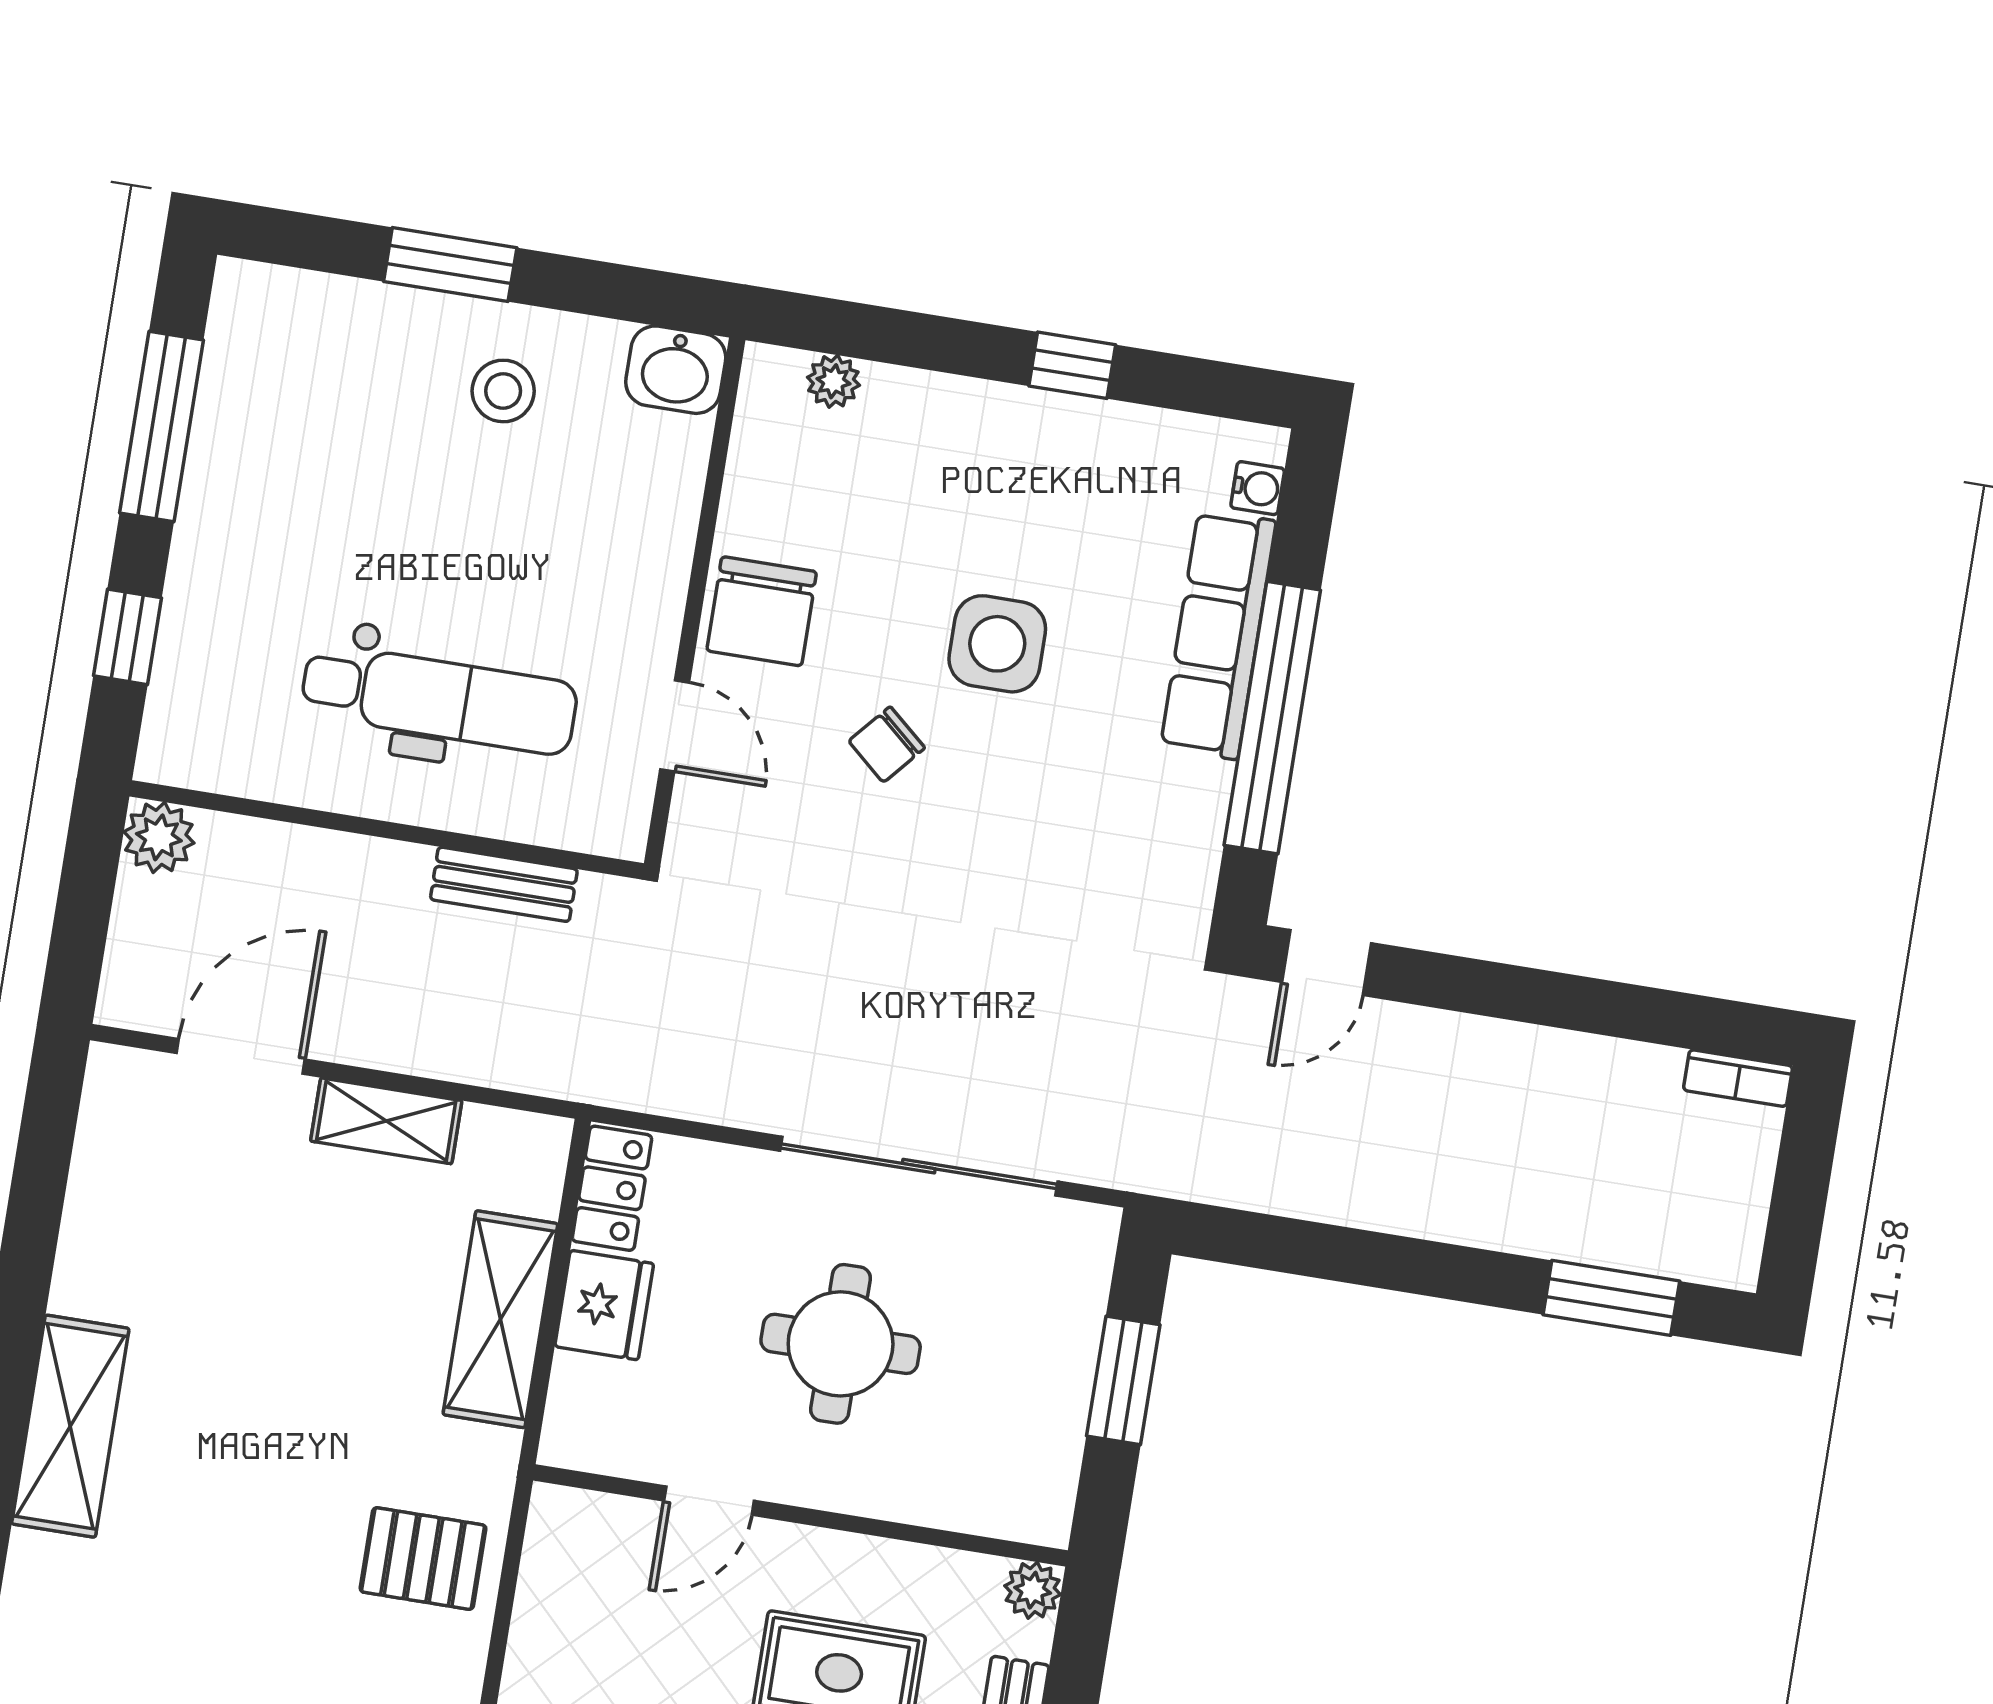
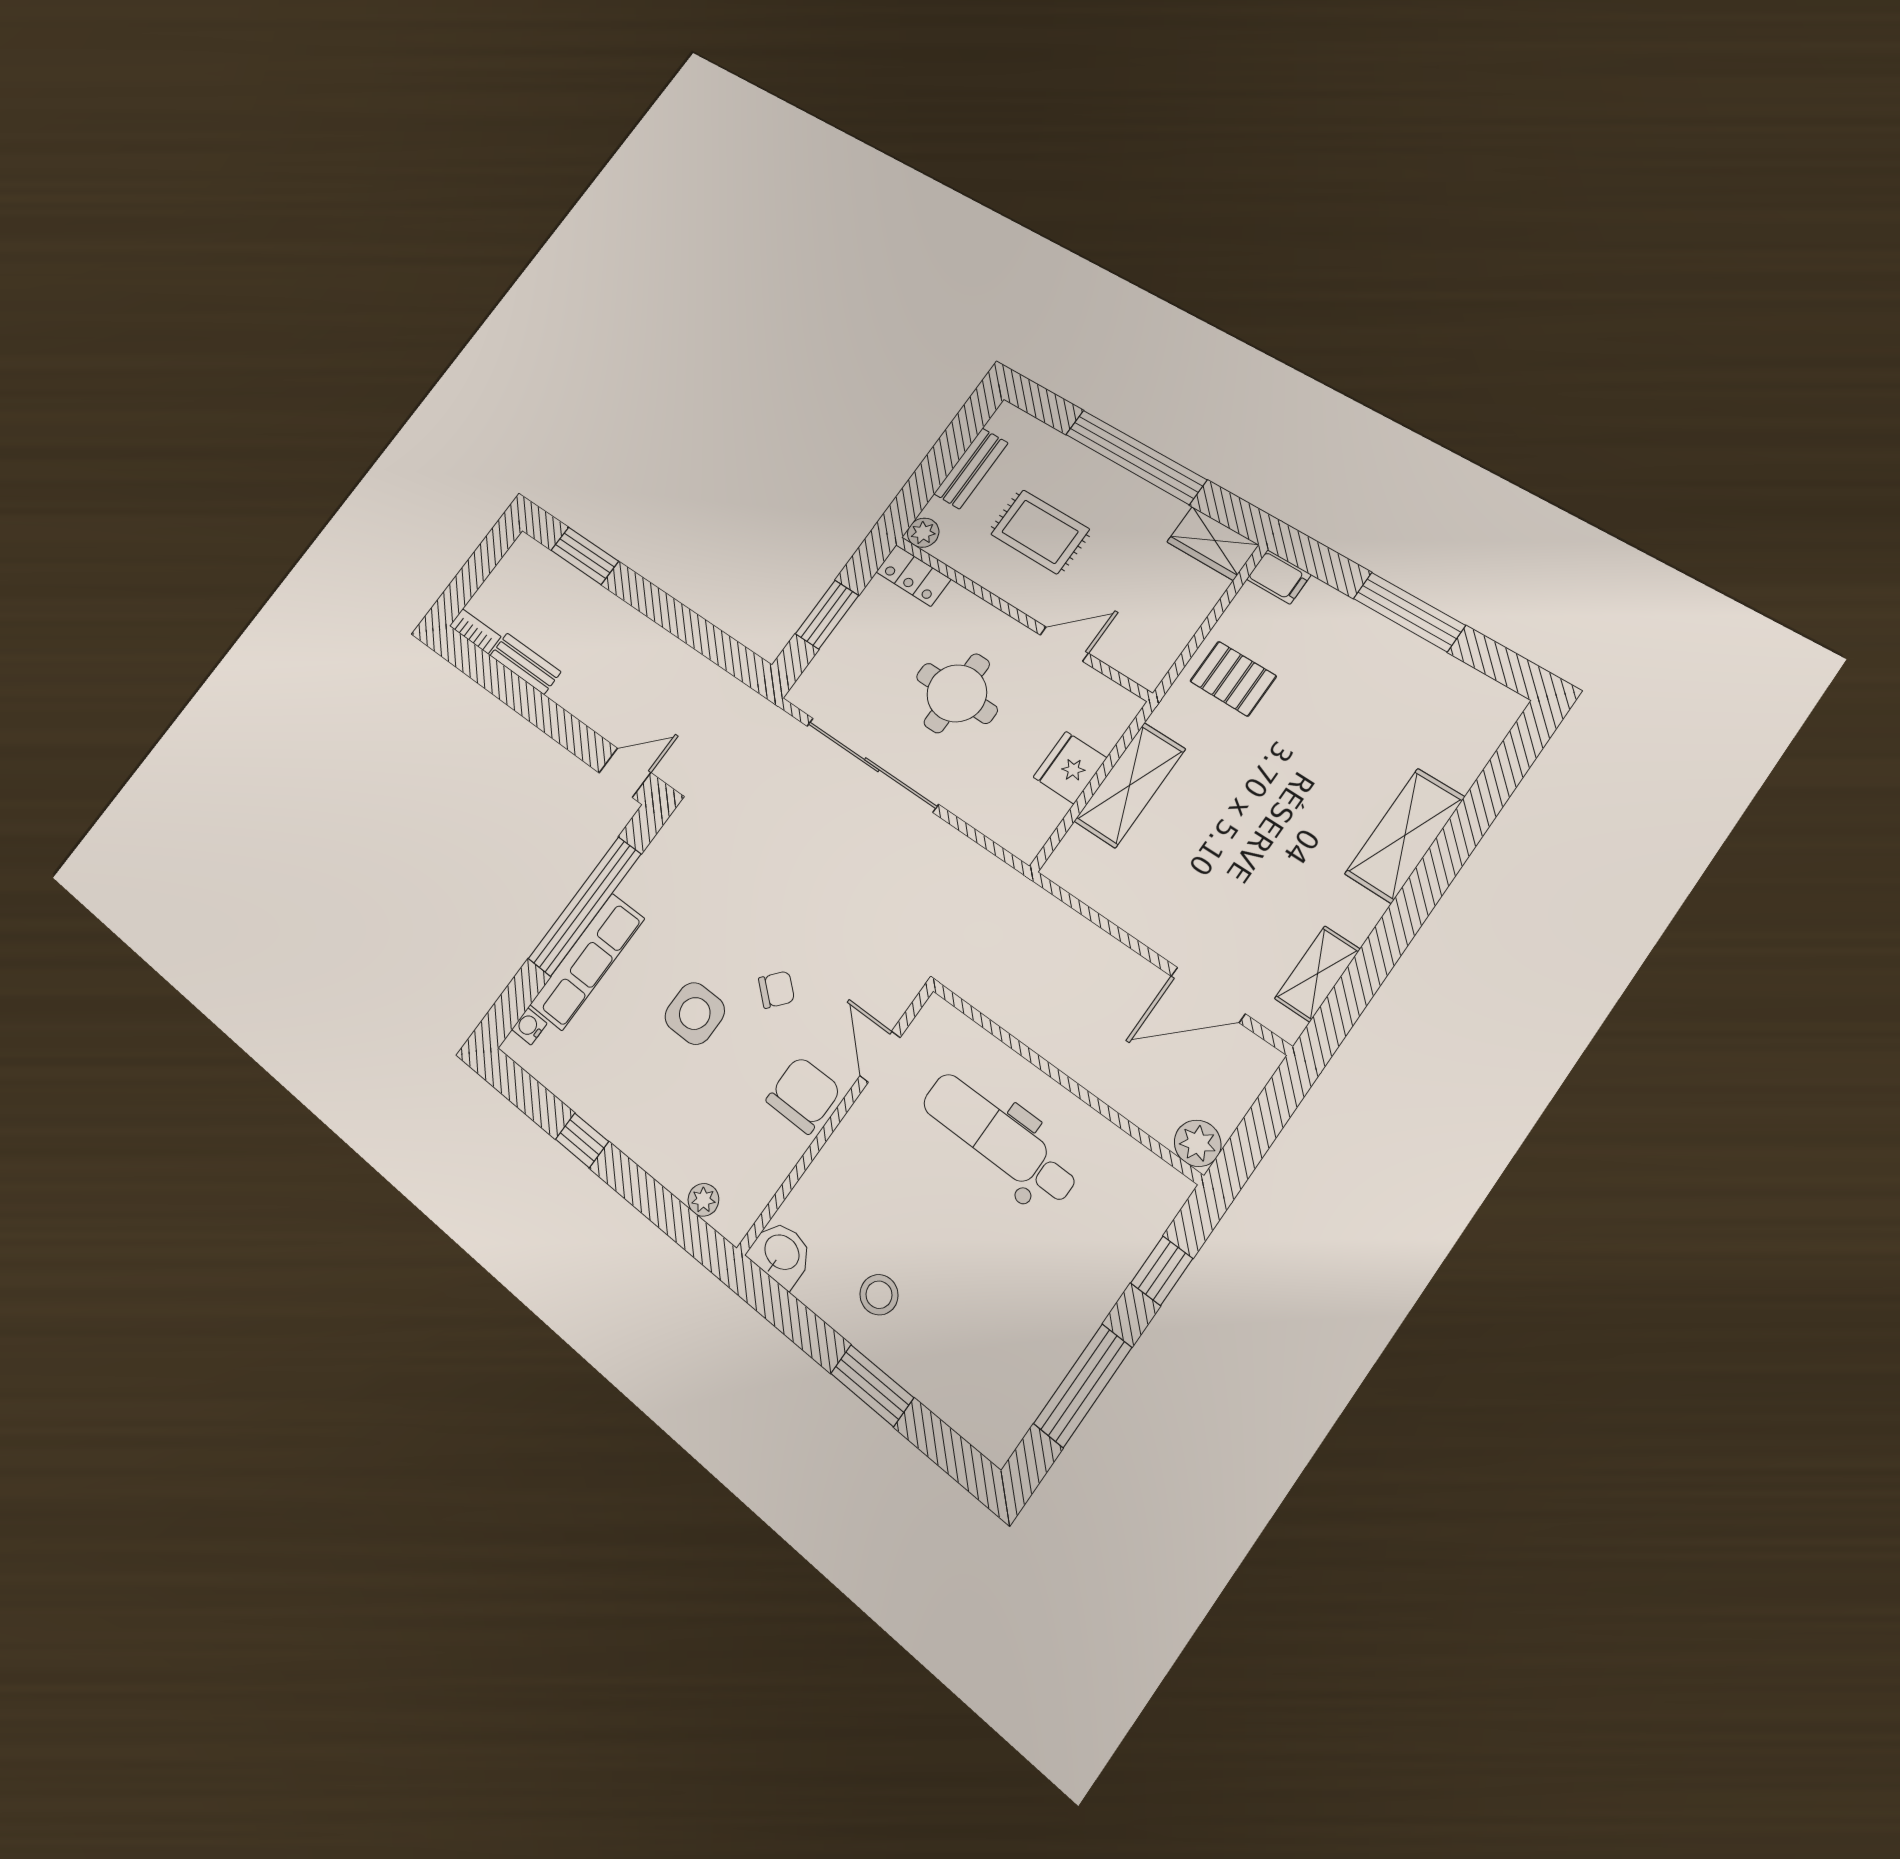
bench: (504, 884) -> (525, 664), moved
shelving: (386, 1121) -> (1317, 974), moved, turned 90
locker: (612, 1188) -> (913, 576), moved, turned -90

